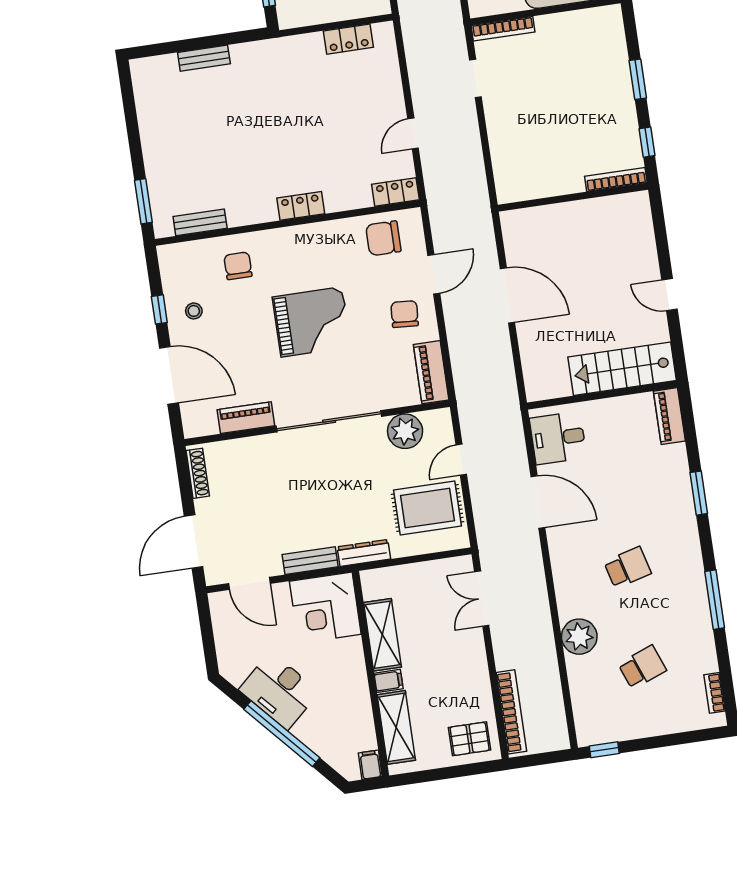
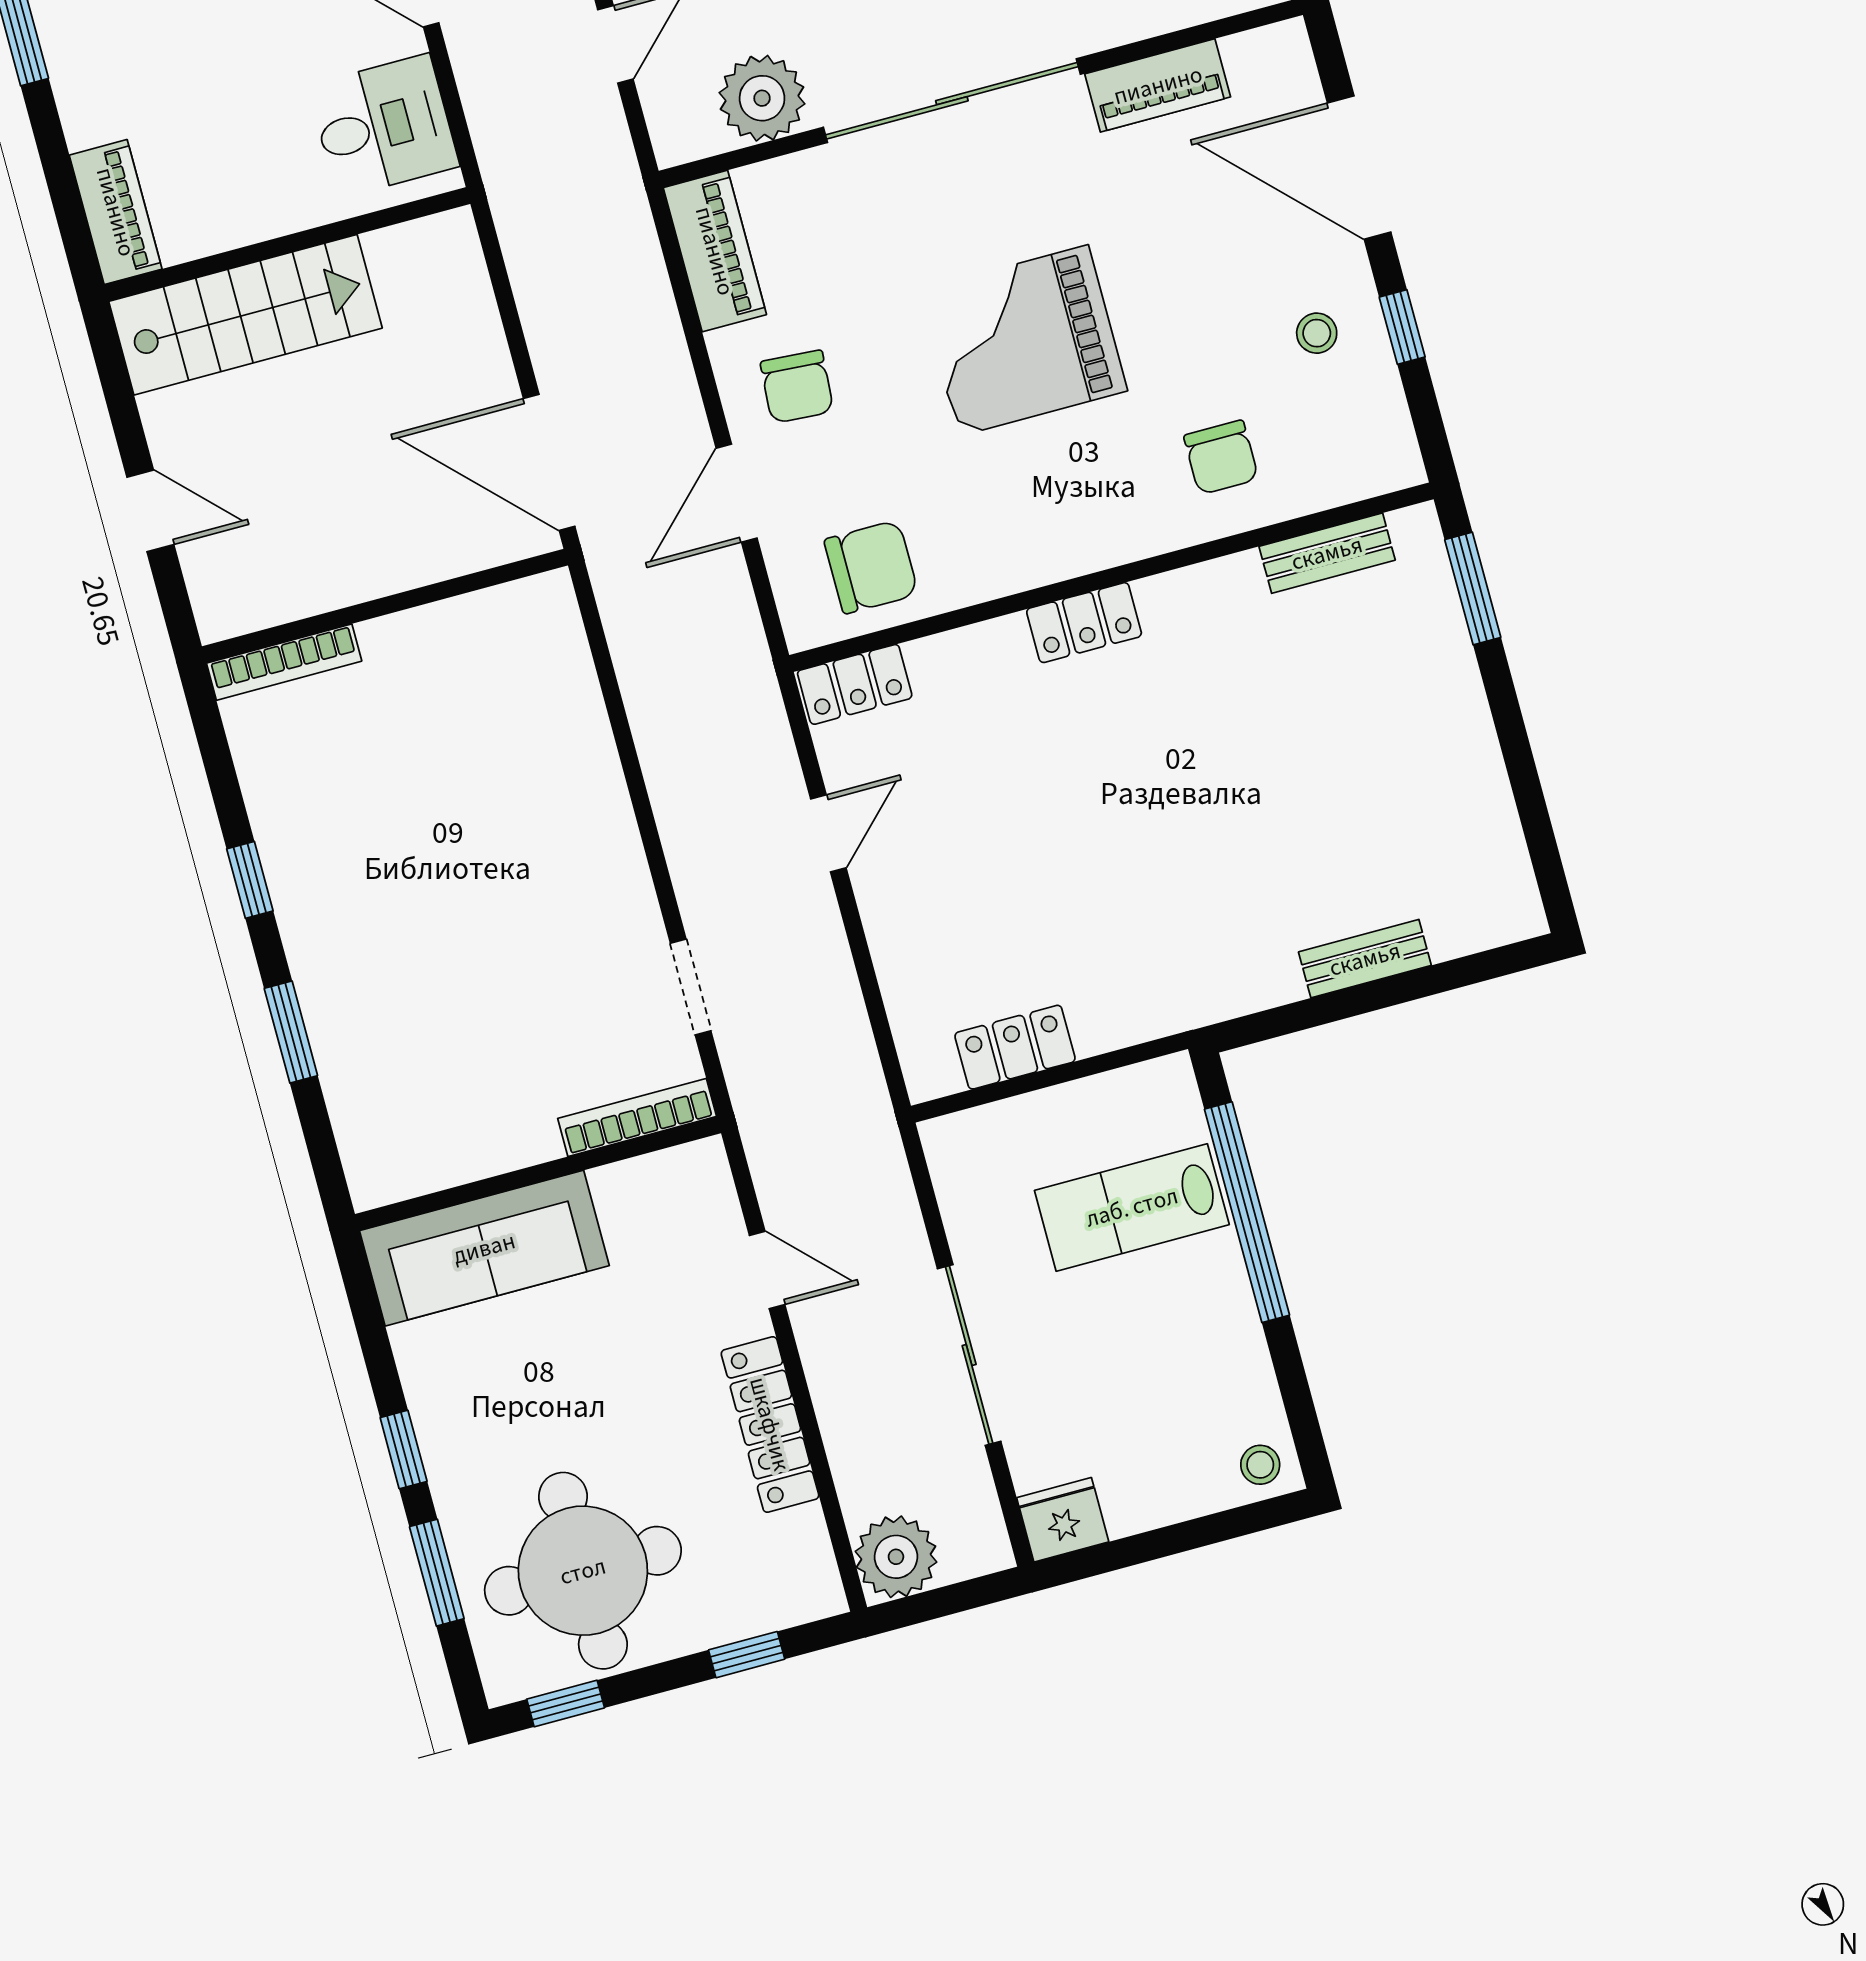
bookcase: (616, 179) -> (284, 662), moved
wall: (573, 197) -> (385, 606), moved

